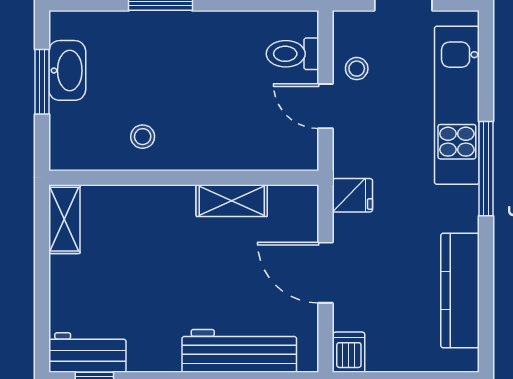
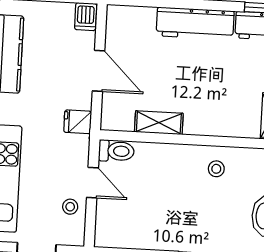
toilet: (293, 54) -> (116, 151), moved
workbench: (239, 351) -> (195, 23), moved

